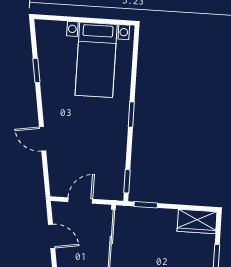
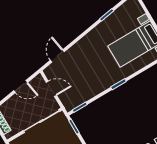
door: (43, 139) -> (57, 56), moved
door: (52, 236) -> (21, 87), hinge flipped

